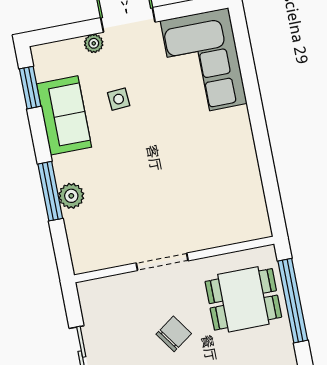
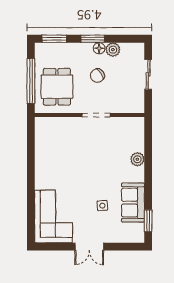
plant: (94, 43) -> (110, 238), removed
window: (50, 191) -> (148, 164), removed
dining table: (243, 299) -> (57, 87), turned 90

